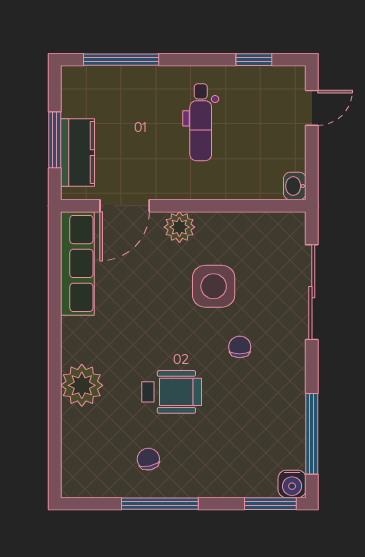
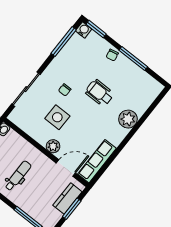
chair: (148, 459) -> (112, 55), moved

